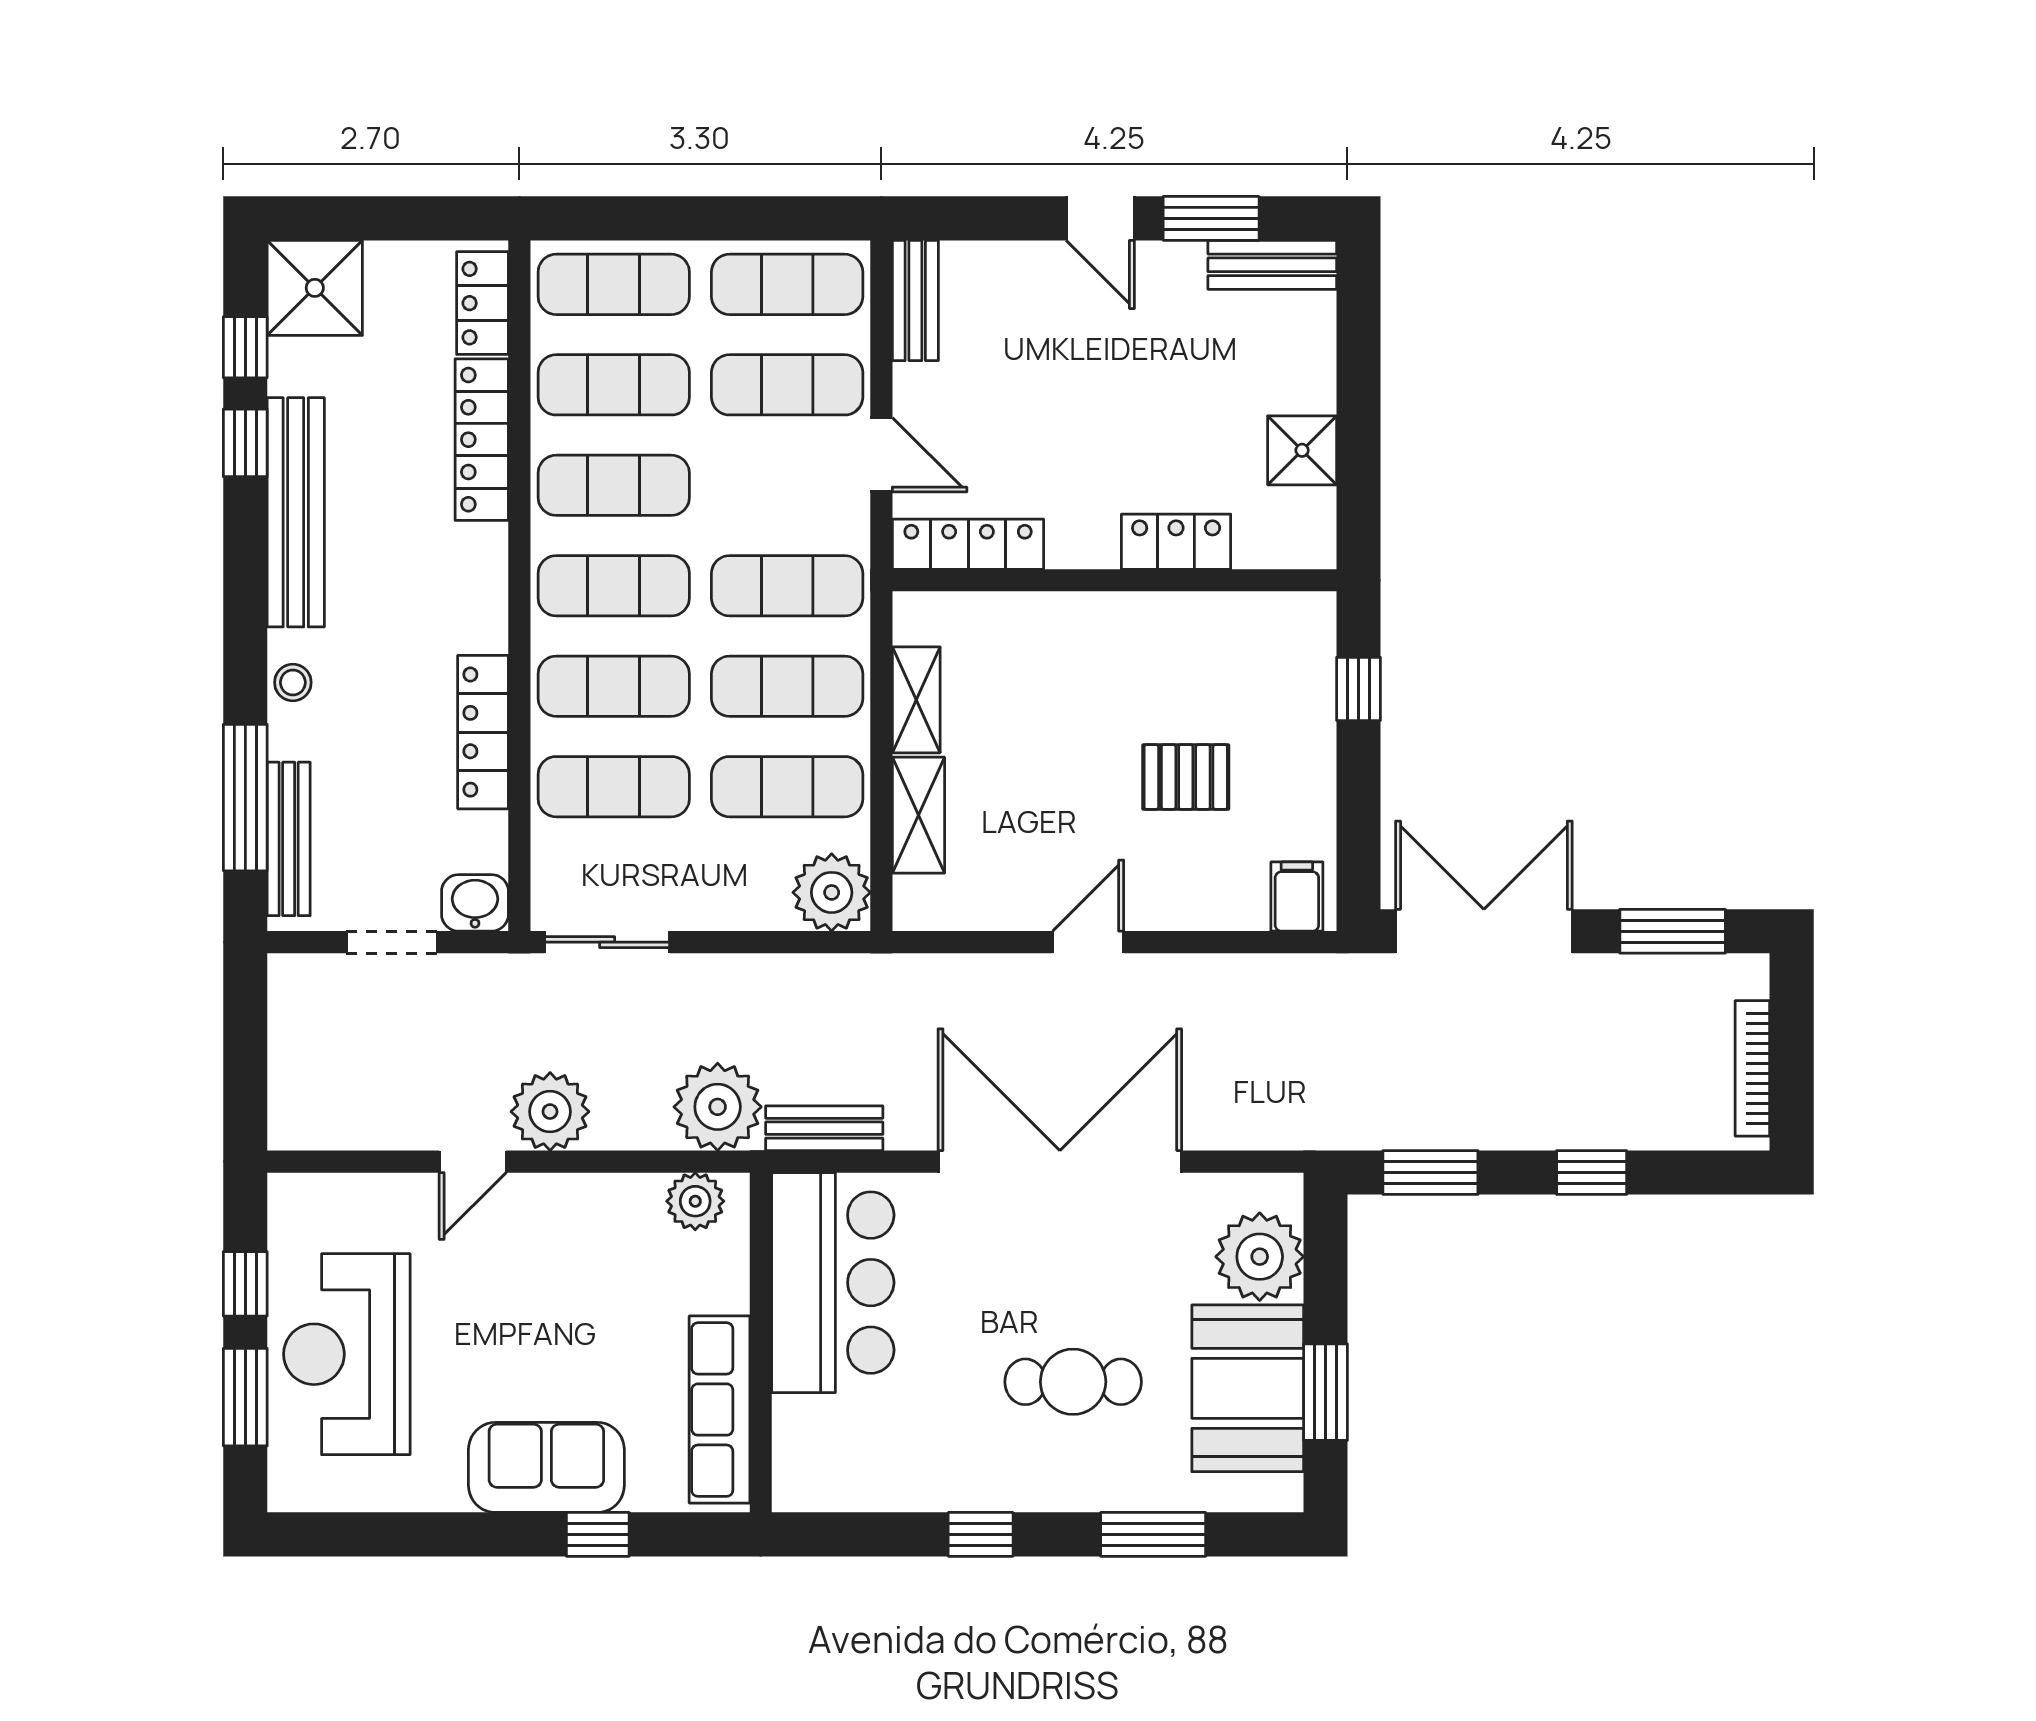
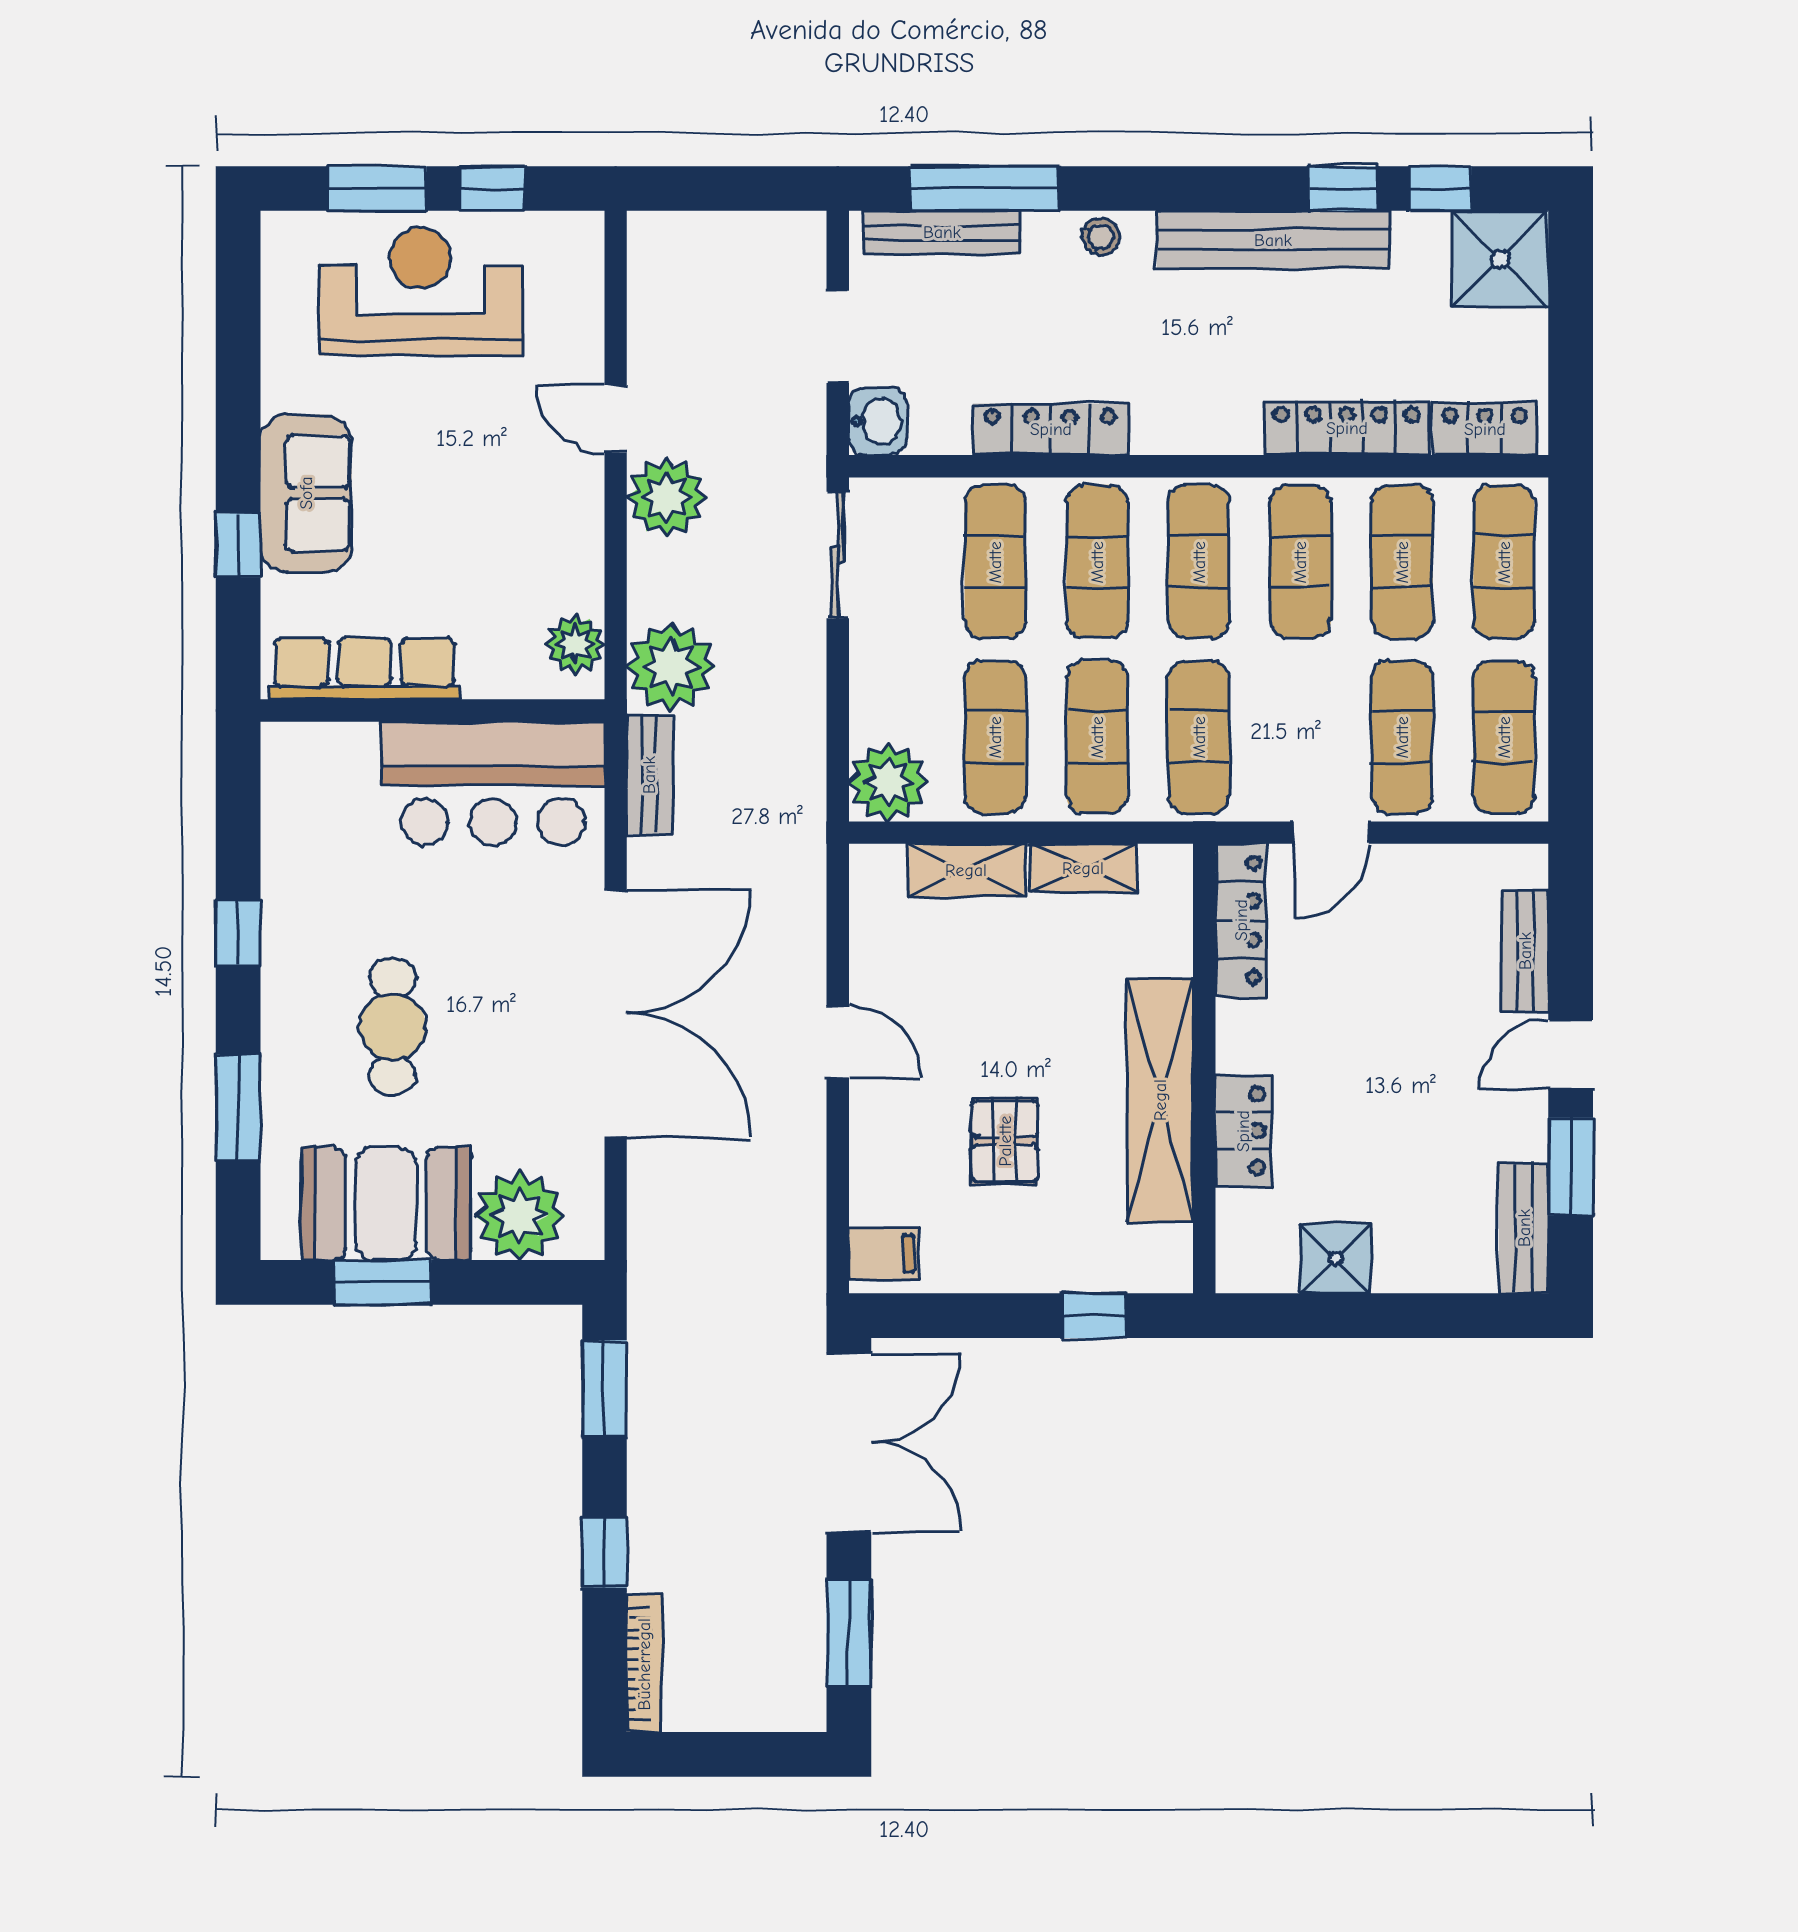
bench: (915, 300) -> (1525, 951), moved, turned 90
shelving: (1146, 624) -> (1160, 1100), added
bookcase: (1752, 1068) -> (644, 1664), moved, turned 90

